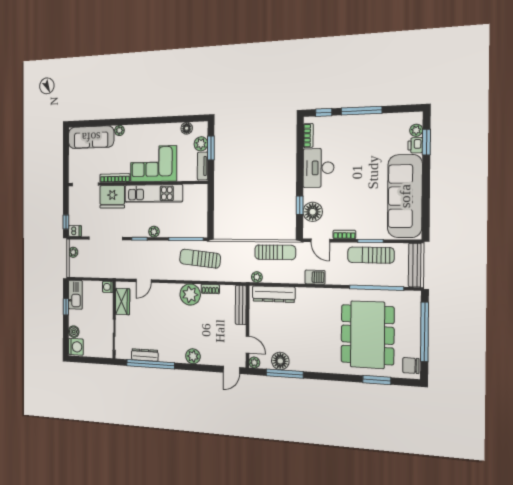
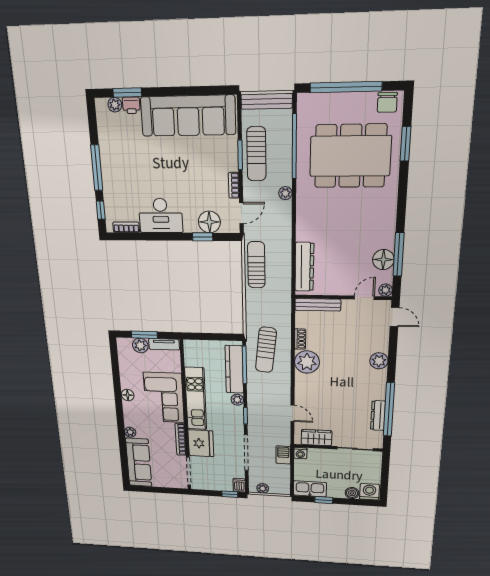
floor lamp: (187, 128) -> (128, 395), moved
kitchen counter: (181, 230) -> (234, 369), added
plant: (257, 277) -> (285, 193), moved
barbecue: (315, 277) -> (283, 455), moved

